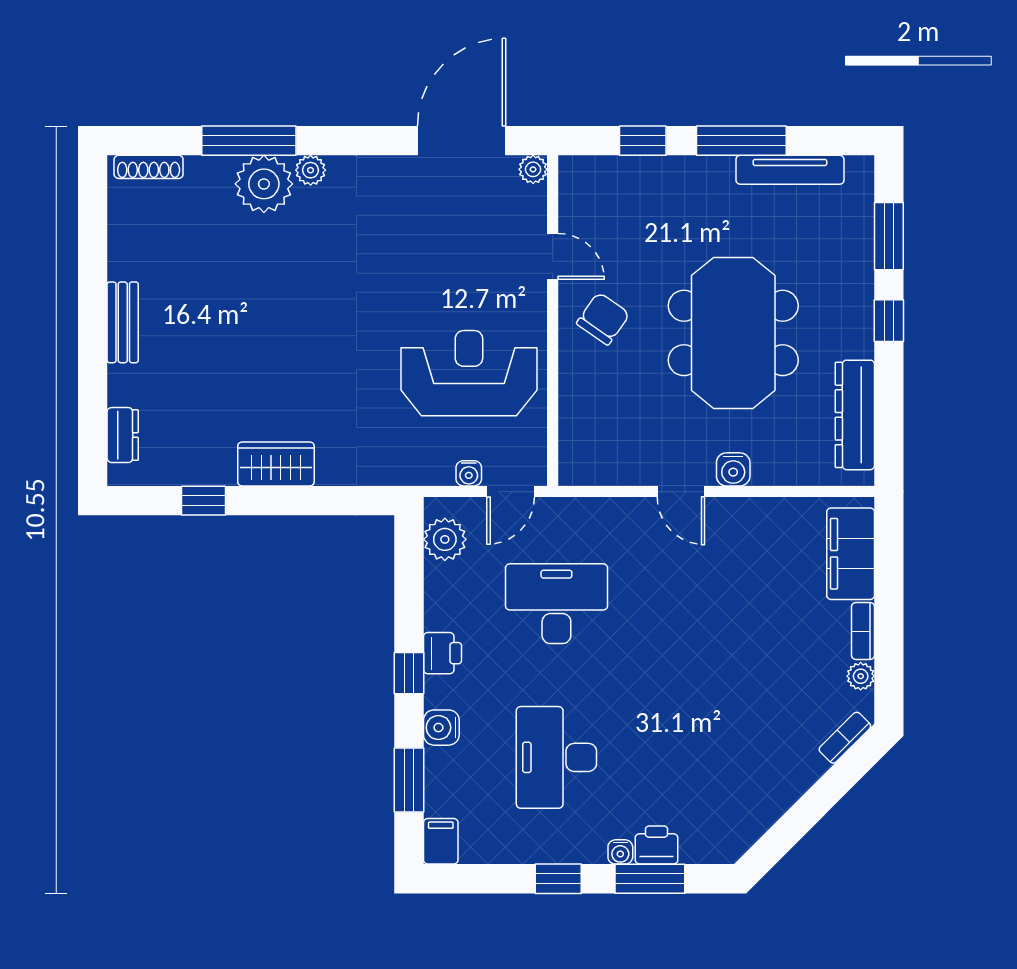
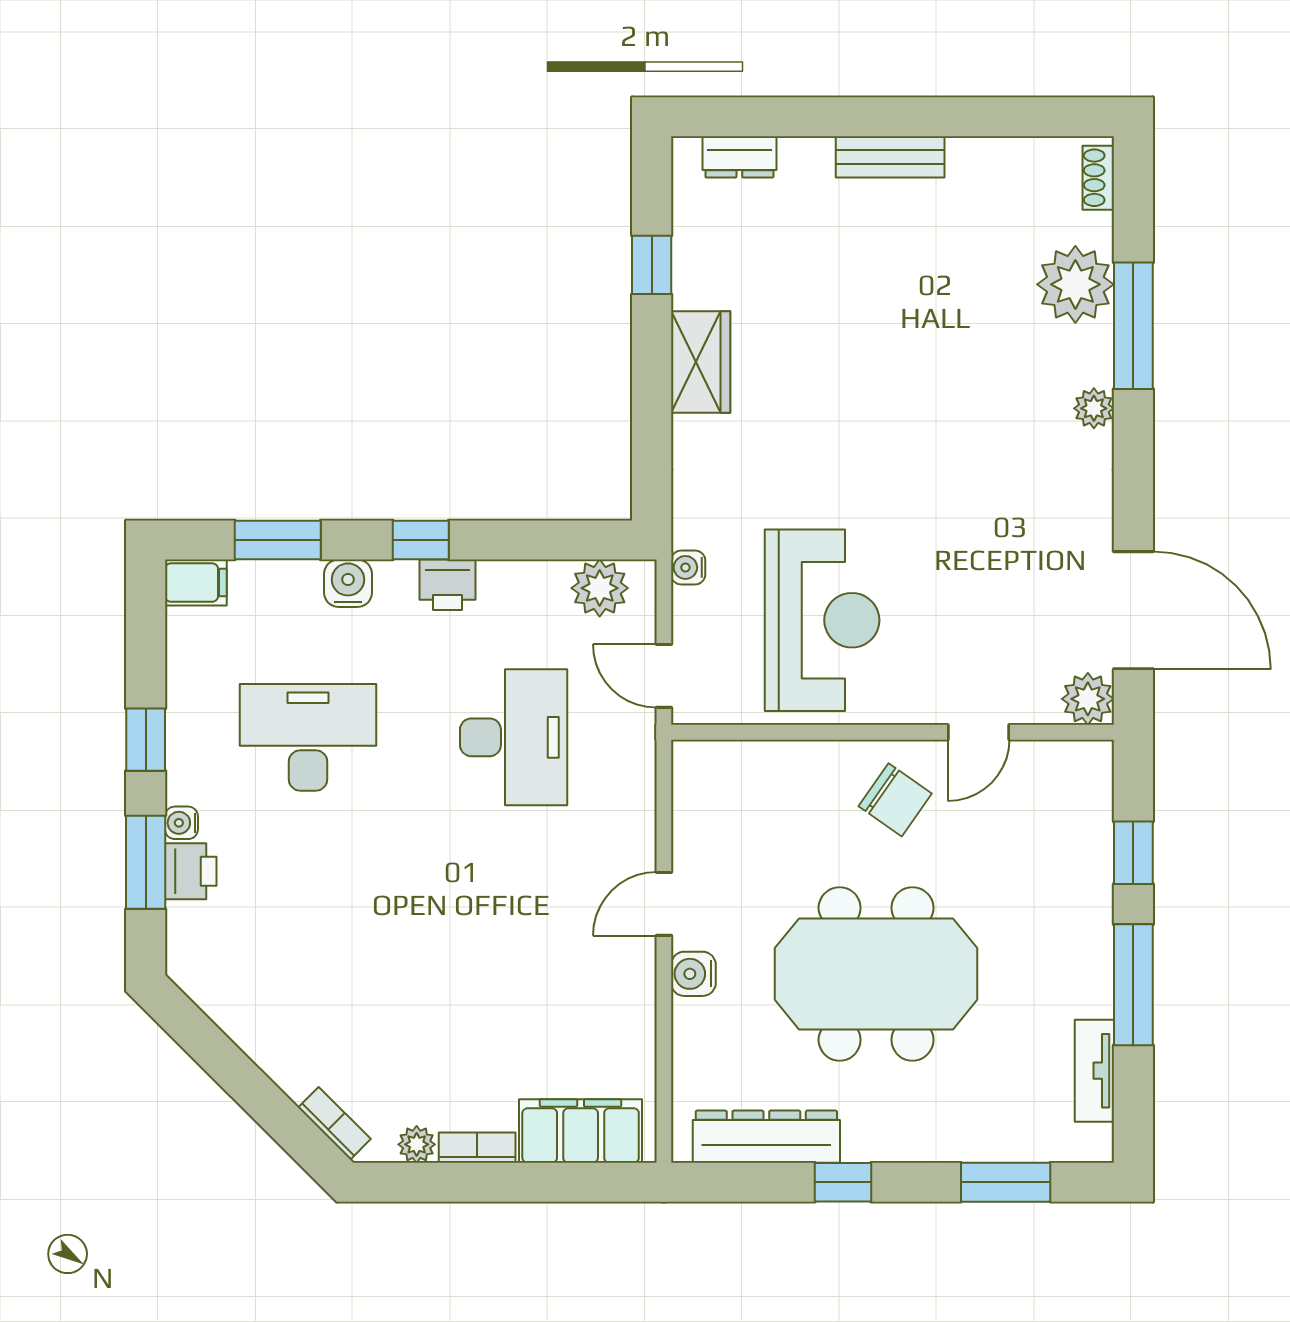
shoe rack: (149, 167) -> (1098, 178), width x0.70
plant: (533, 169) -> (1088, 699), width x1.38, depth x1.38
tv unit: (790, 170) -> (1094, 1071), width x0.71
plant: (264, 184) -> (1075, 284), moved
window: (889, 321) -> (843, 1182), moved
water cooler: (469, 473) -> (688, 567), moved

